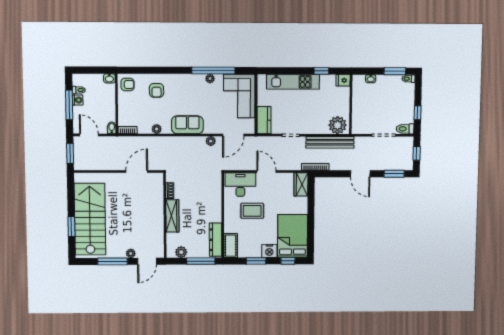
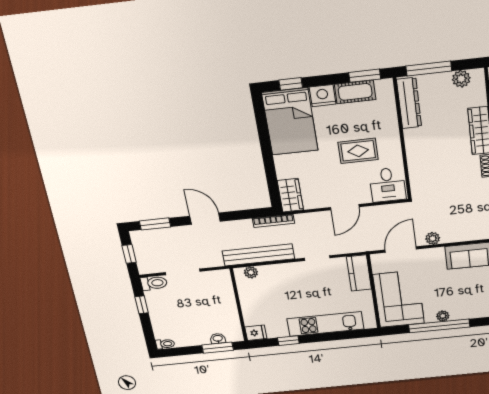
window: (395, 71) -> (218, 348), moved
plant: (338, 125) -> (251, 272), width x0.53, depth x0.53
door: (267, 171) -> (345, 207), hinge flipped
desk: (240, 184) -> (388, 185), width x0.73
cot: (231, 246) -> (355, 92), moved, turned 90
window: (256, 261) -> (365, 76), moved

